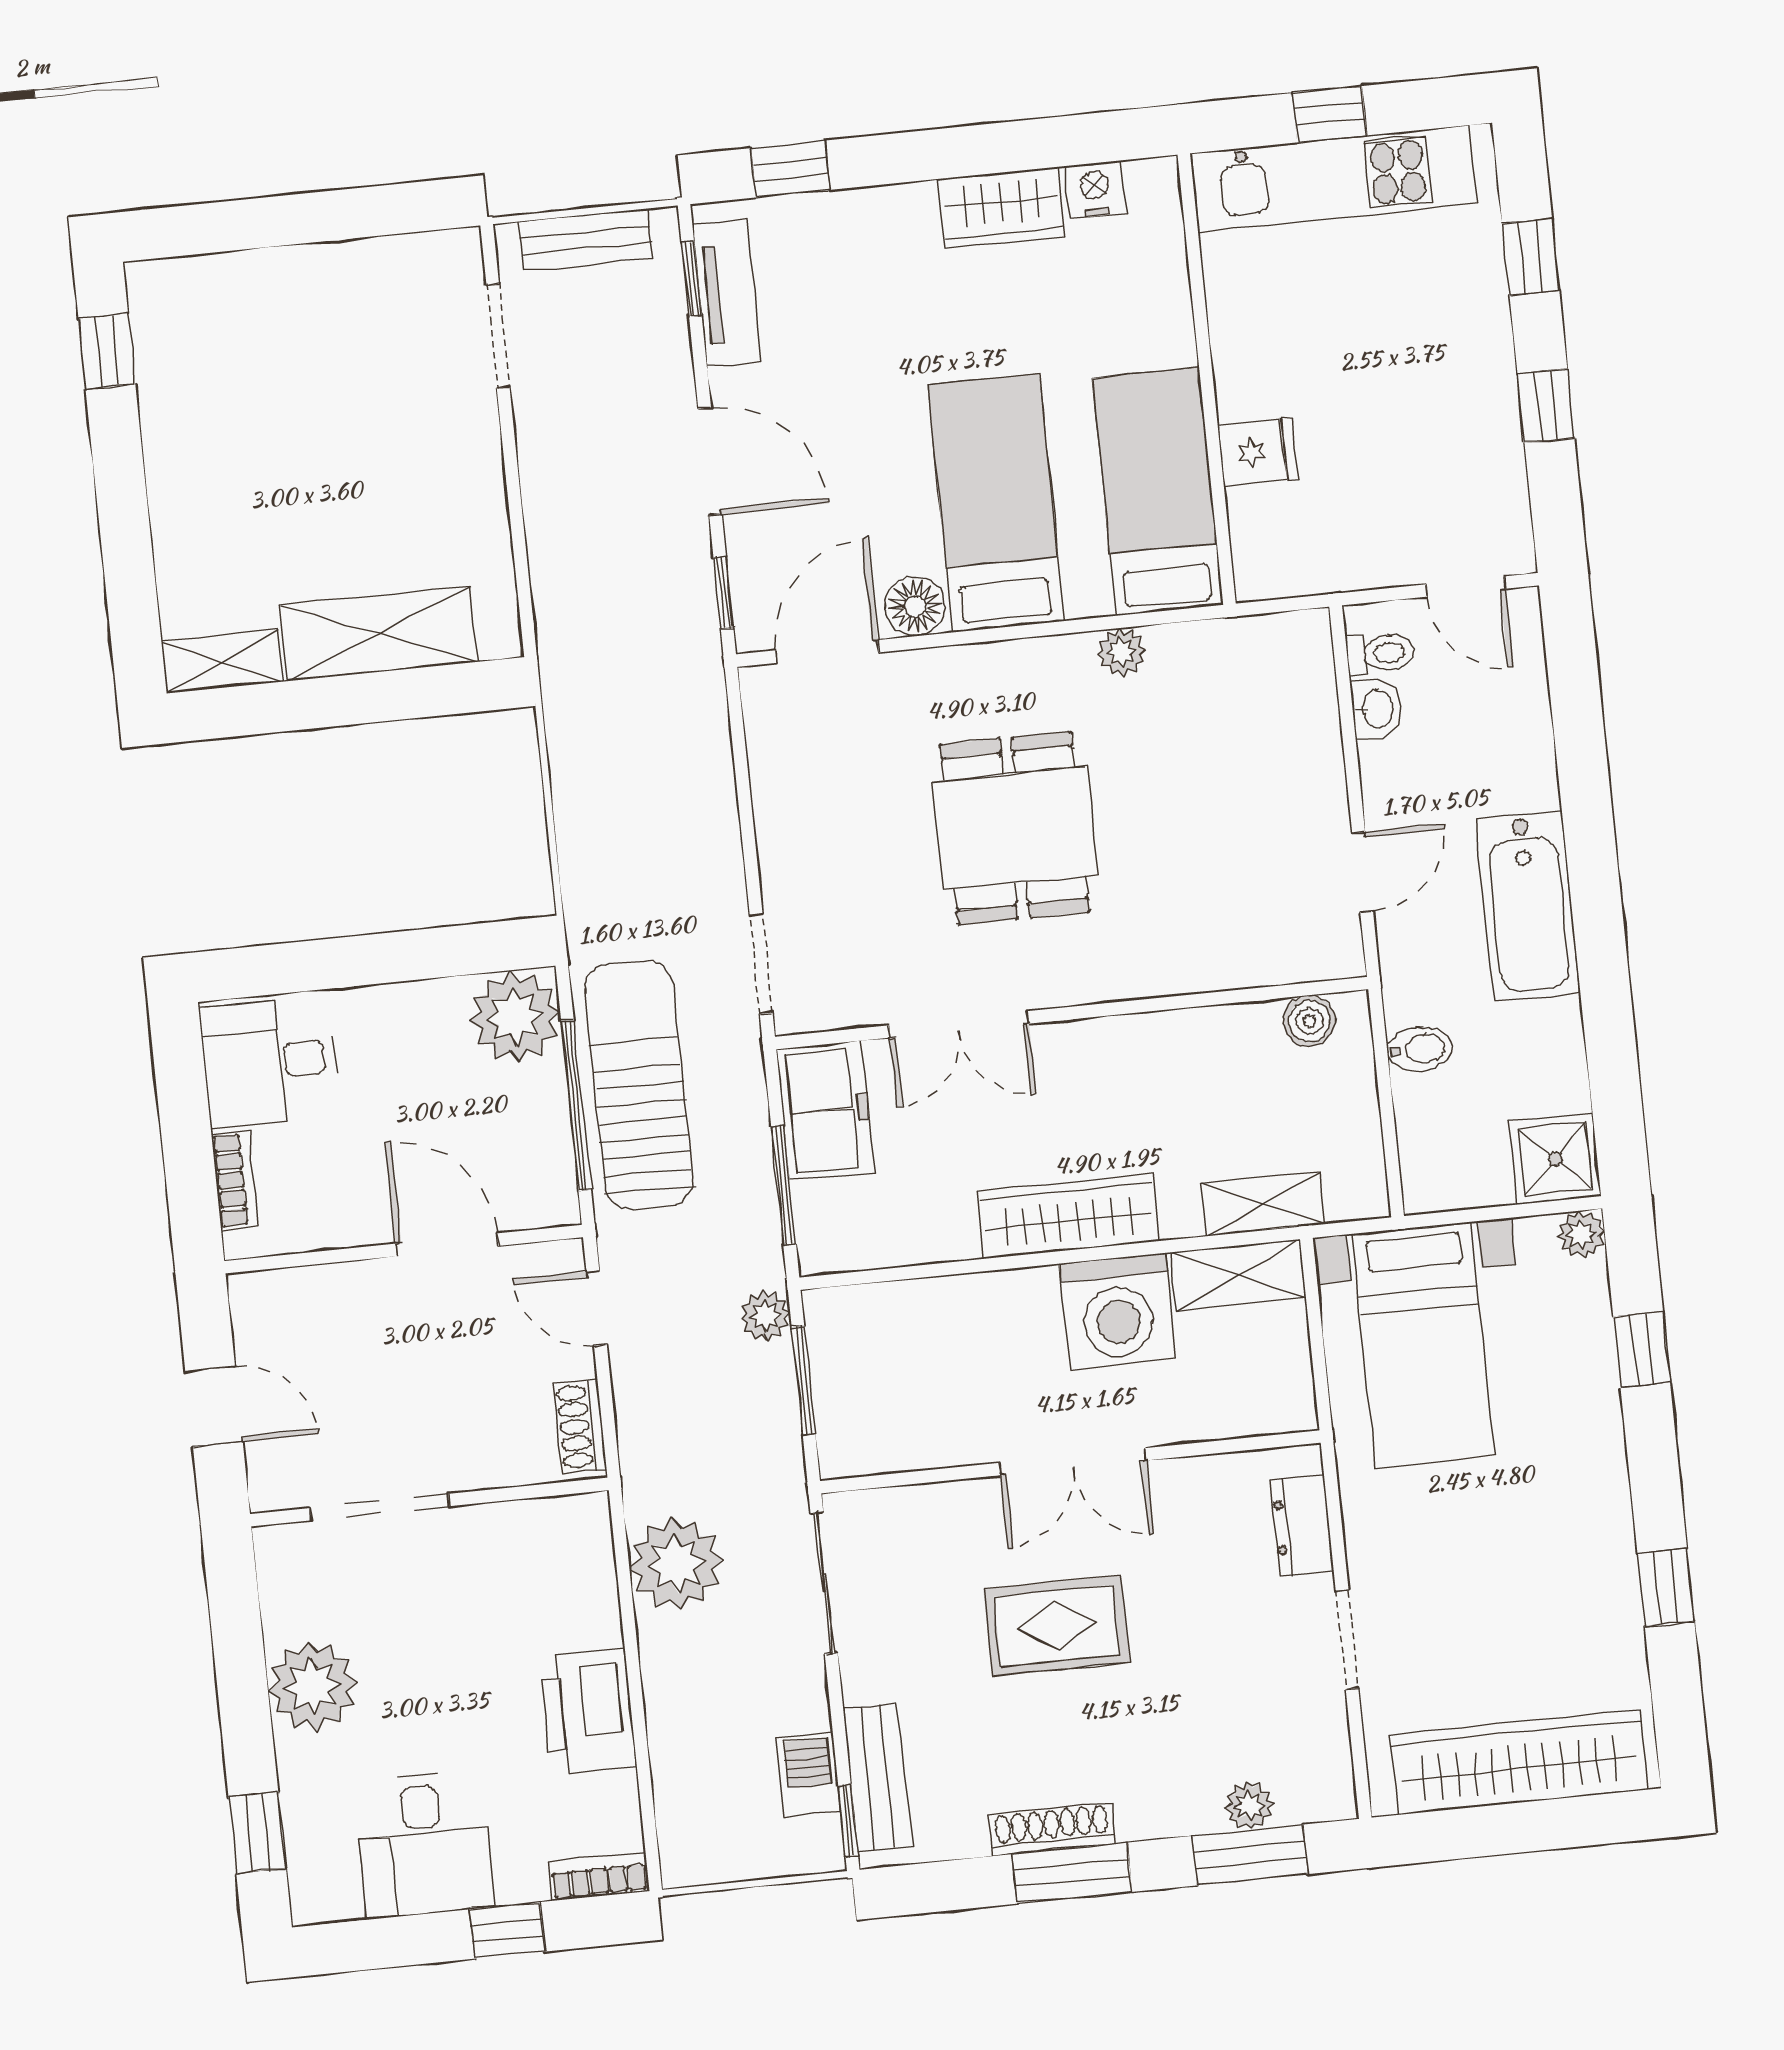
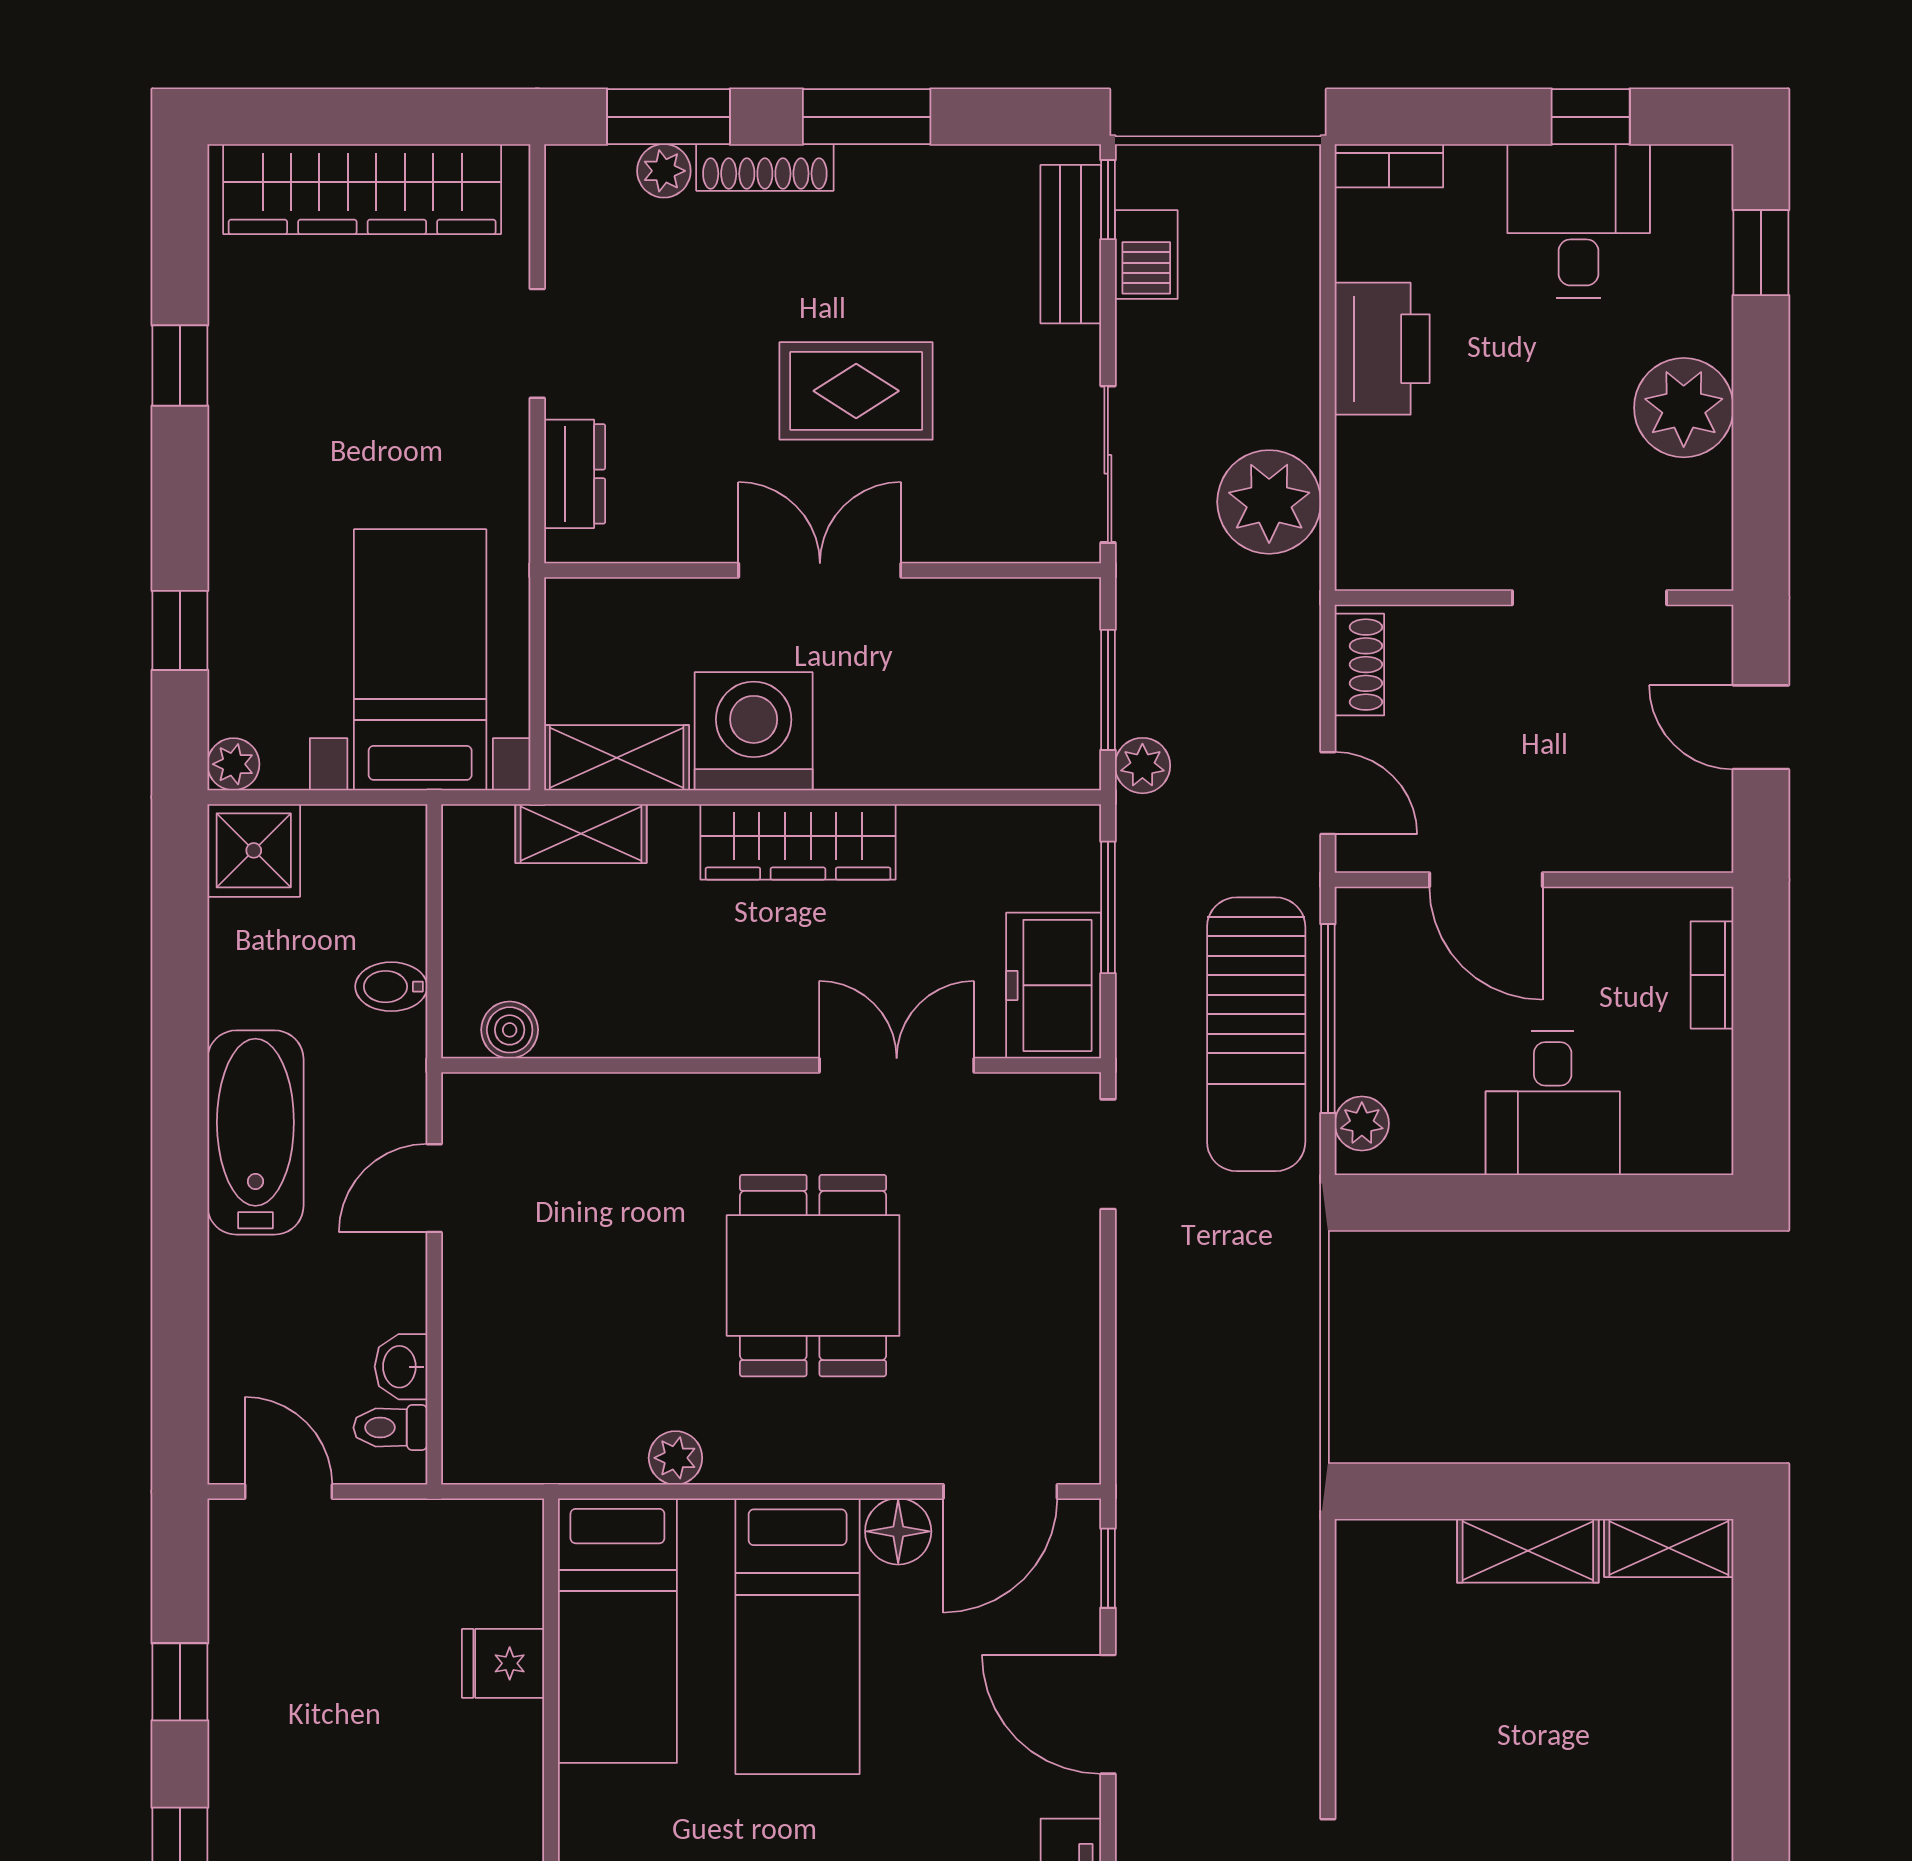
shelving: (379, 633) -> (1528, 1551), width x0.67, depth x0.75
plant: (515, 1017) -> (1362, 1124), width x0.53, depth x0.53
desk: (269, 1062) -> (1553, 1103), moved, turned 90
shoe rack: (1052, 1829) -> (765, 167), moved
window: (507, 1930) -> (1591, 117), moved

